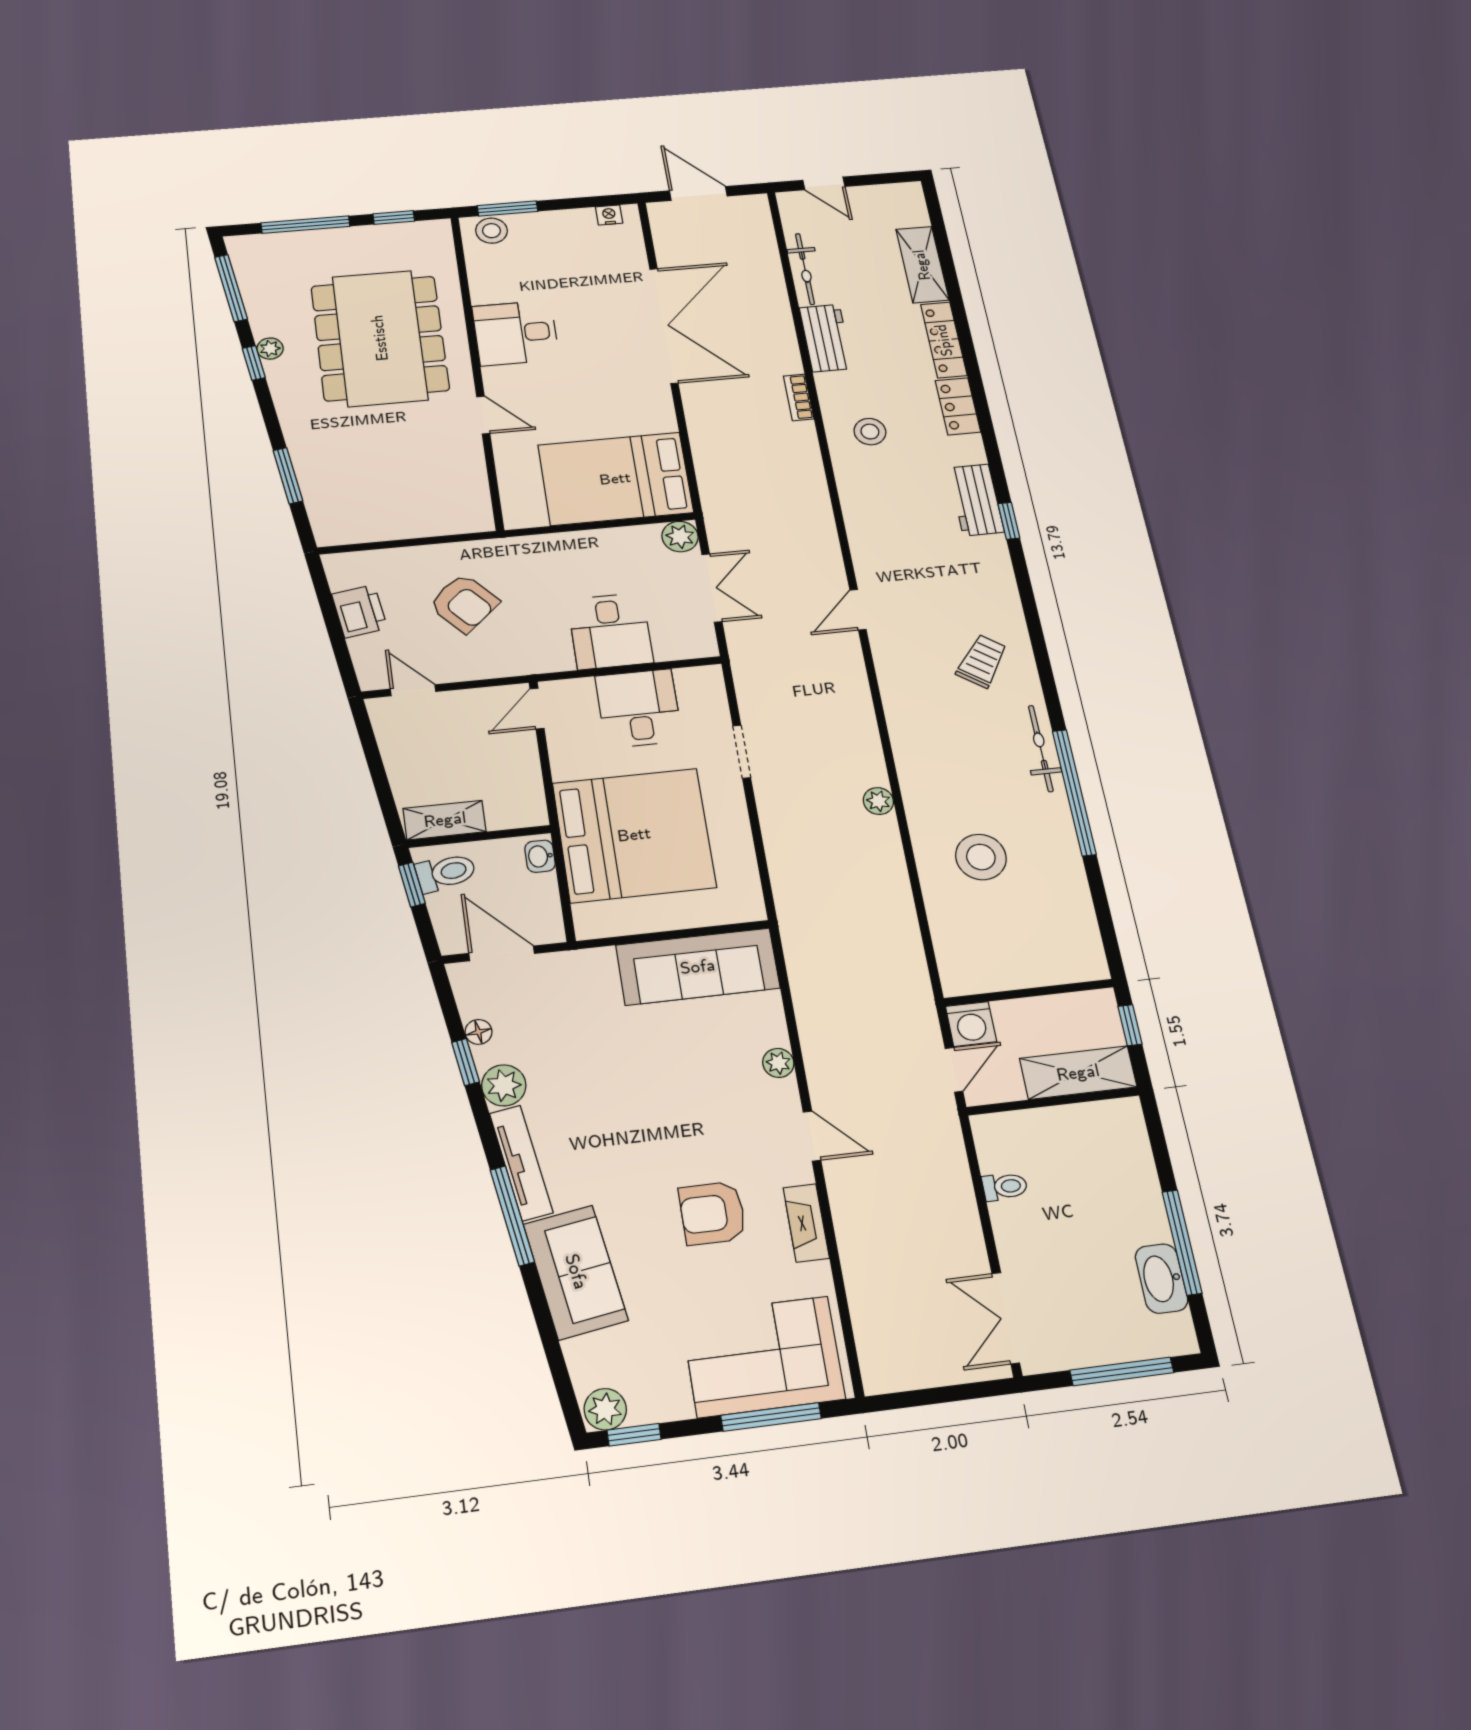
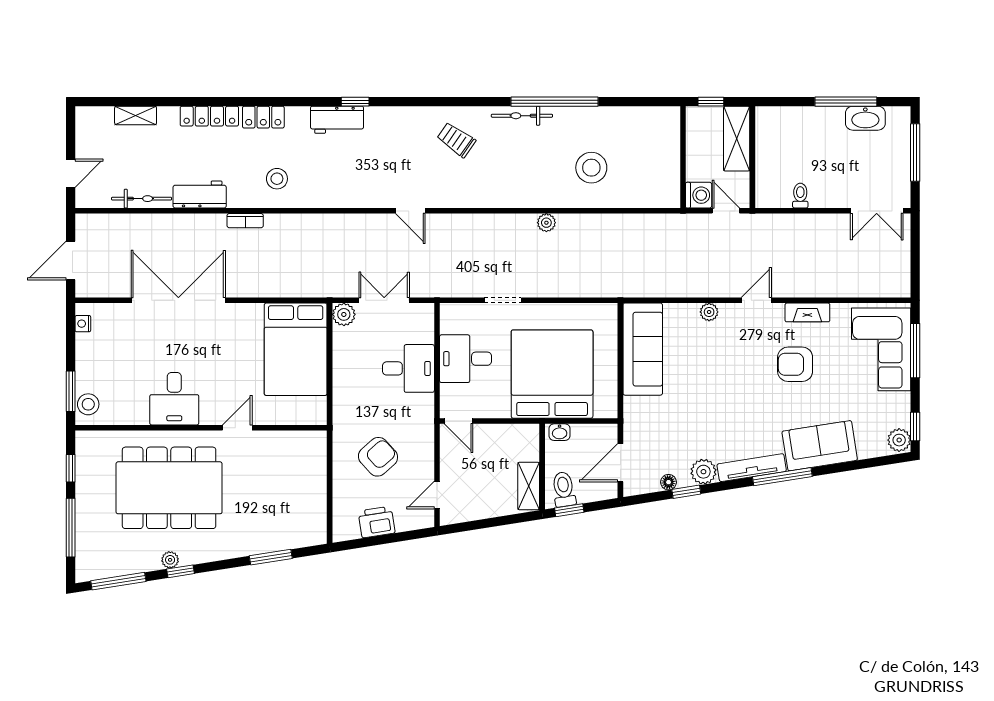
shelving: (922, 265) -> (136, 115), width x0.67, depth x0.75
armchair: (713, 1213) -> (795, 364), turned 90

